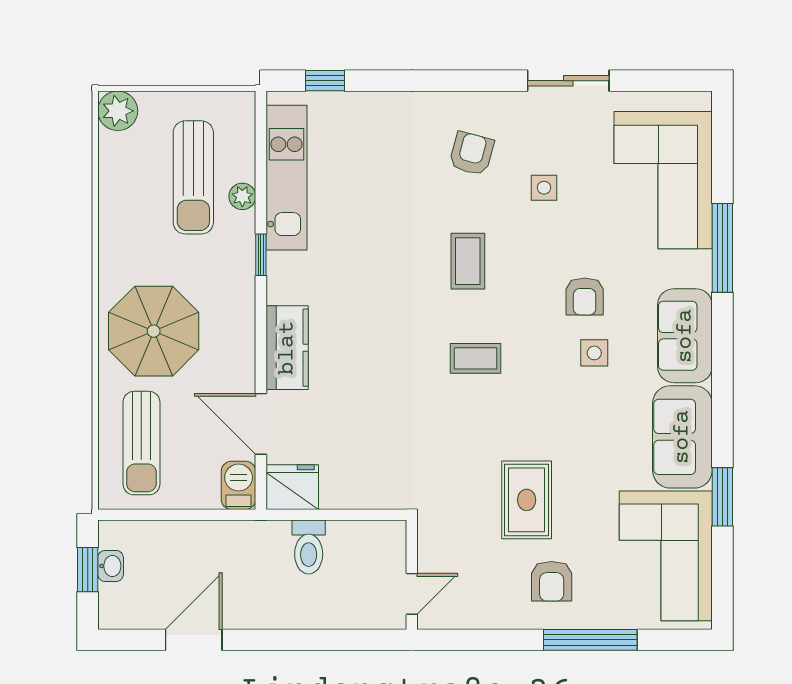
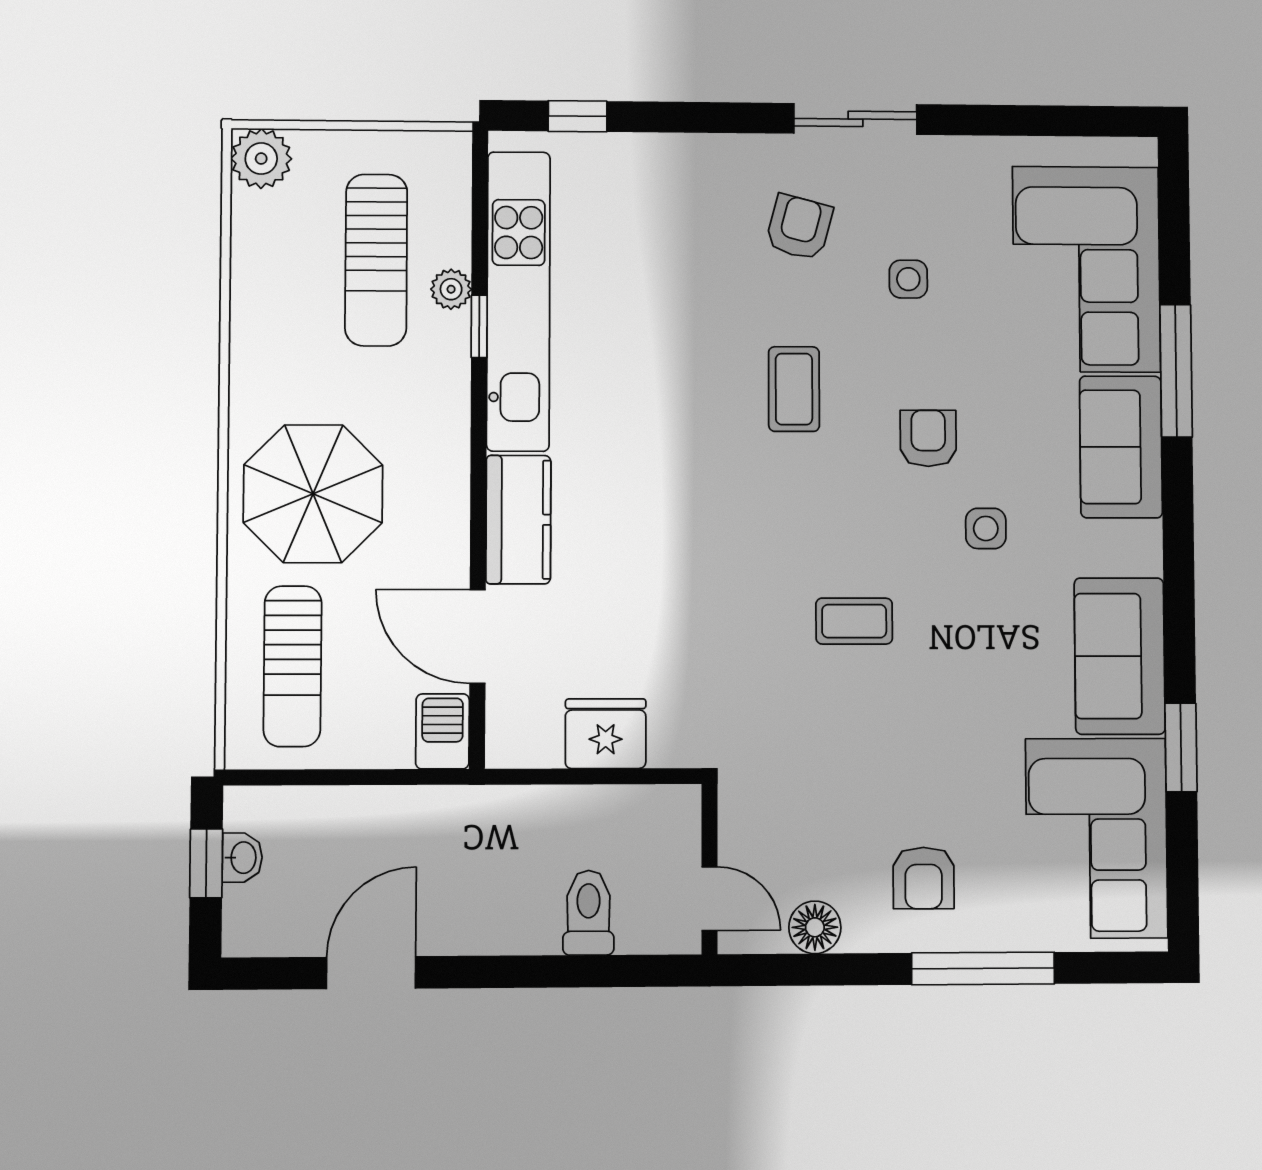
sliding door: (568, 81) -> (855, 119), moved
kitchen unit: (286, 178) -> (518, 301), width x1.36
window: (261, 255) -> (479, 326), moved
armchair: (585, 297) -> (928, 438), moved, turned 180
sofa: (685, 336) -> (1121, 447), moved
coffee table: (475, 358) -> (854, 621), moved
fridge: (292, 487) -> (606, 734), moved
rug: (527, 500) -> (885, 753), removed
toilet: (309, 547) -> (588, 913), moved, turned 180
door: (412, 594) -> (710, 899), hinge flipped
floor lamp: (480, 613) -> (815, 927), added

